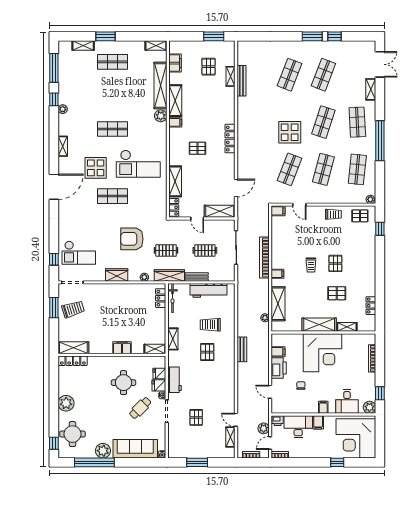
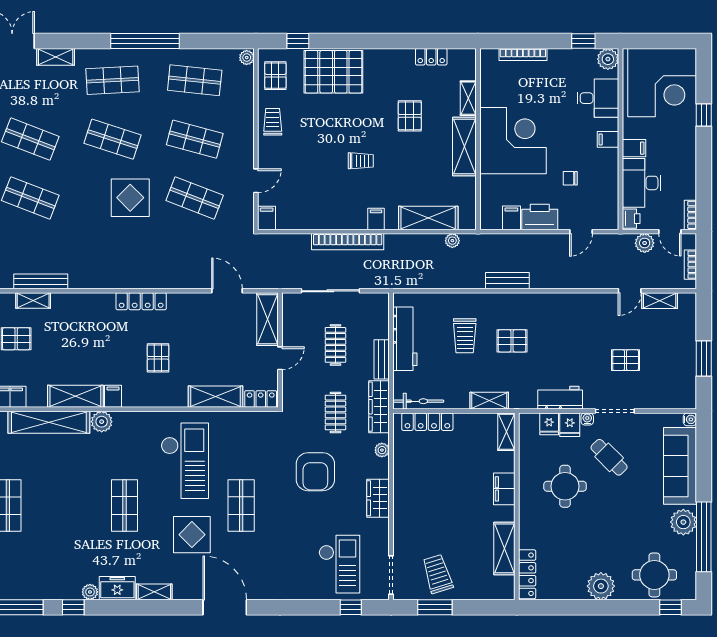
freezer: (65, 125) -> (117, 588), added
pallet: (335, 263) -> (333, 72), moved, width x2.05, depth x2.00
locker: (161, 298) -> (427, 422), width x1.53
shelving: (73, 348) -> (504, 548), moved

